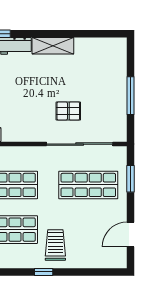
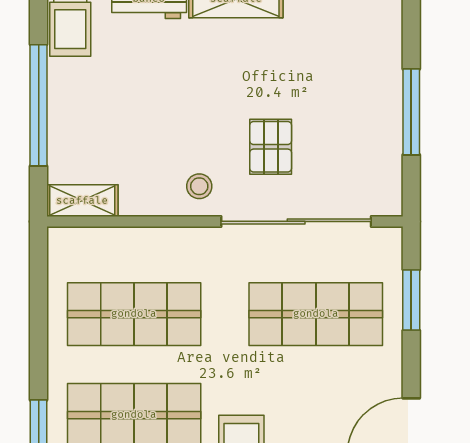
pallet: (68, 111) -> (271, 147), turned 90
stool: (37, 128) -> (199, 186), added

